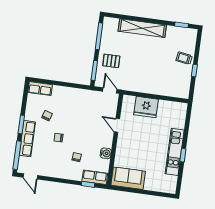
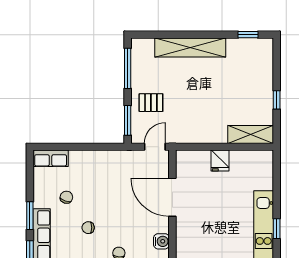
trolley: (184, 58) -> (259, 84), removed
door: (110, 90) -> (155, 147), hinge flipped
shelving: (174, 91) -> (251, 134), added
fridge: (146, 107) -> (220, 161), width x0.53, depth x0.75
door: (117, 125) -> (172, 197), width x1.87

